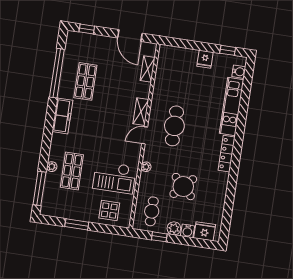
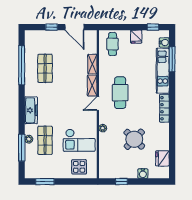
window: (87, 29) -> (52, 27), moved
shelving: (148, 69) -> (92, 64), moved
window: (245, 94) -> (172, 59), added
freezer: (62, 116) -> (31, 110), moved
window: (39, 188) -> (22, 148), moved
cafe table: (152, 211) -> (113, 44), moved
window: (77, 224) -> (45, 182), moved
plant: (174, 228) -> (132, 173), removed
fridge: (205, 231) -> (162, 158), moved, turned -90

